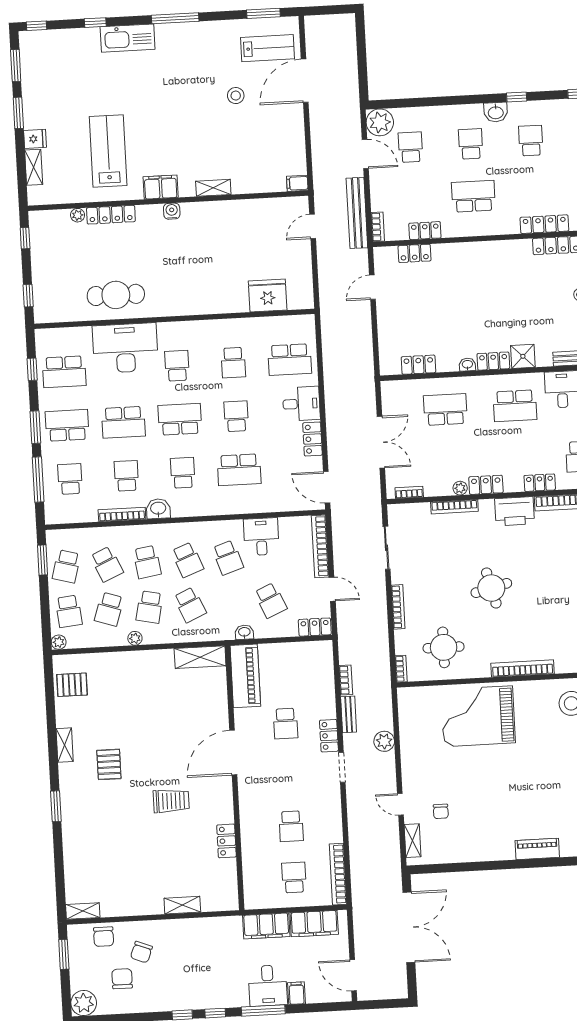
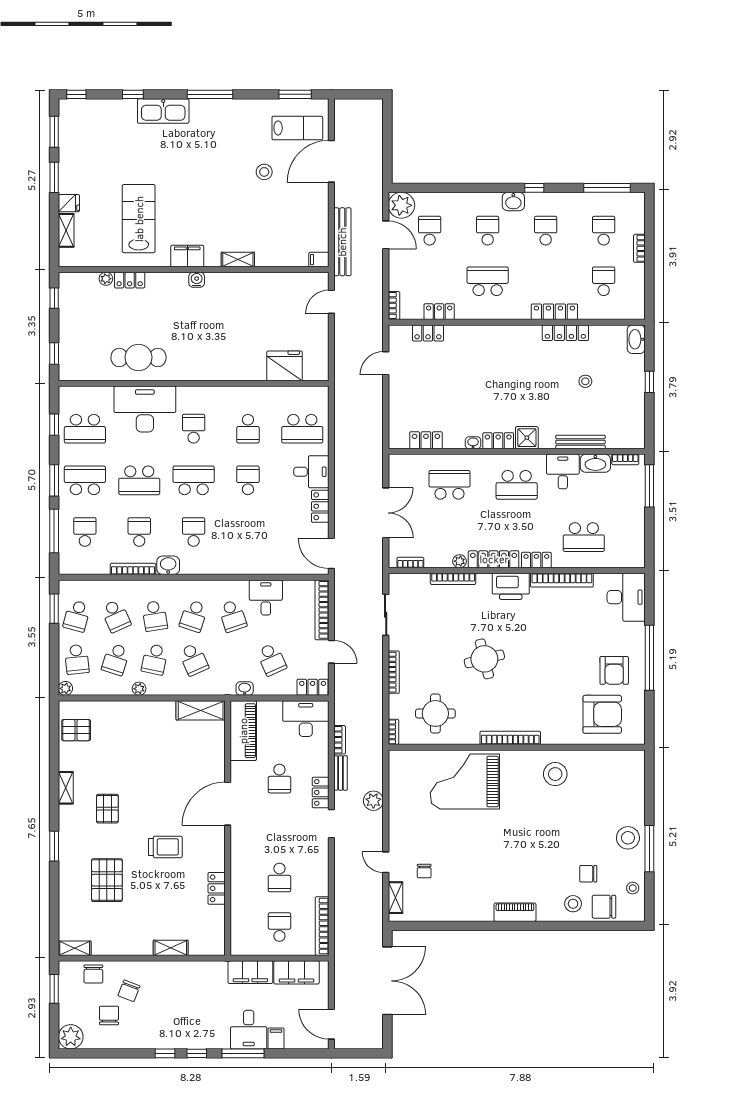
bench: (357, 213) -> (342, 242), moved
locker: (111, 215) -> (130, 280), width x0.66
school desk: (239, 470) -> (248, 532), removed
locker: (486, 485) -> (494, 559), width x1.53
school desk: (187, 560) -> (194, 616), turned 39
desk: (309, 660) -> (306, 719), added
pallet: (112, 839) -> (107, 880), added

